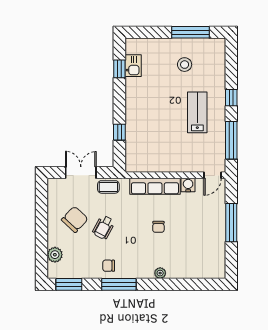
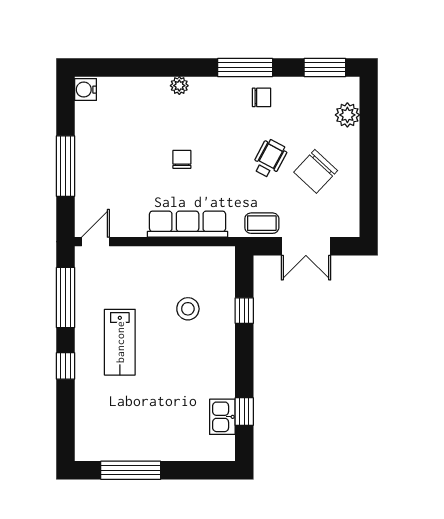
stool: (185, 65) -> (188, 309), moved
water cooler: (188, 185) -> (86, 90), moved, turned 90

